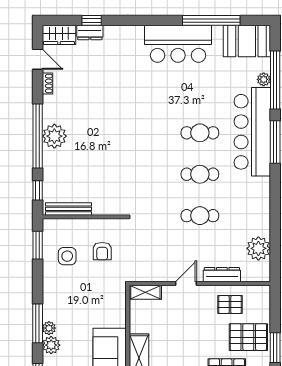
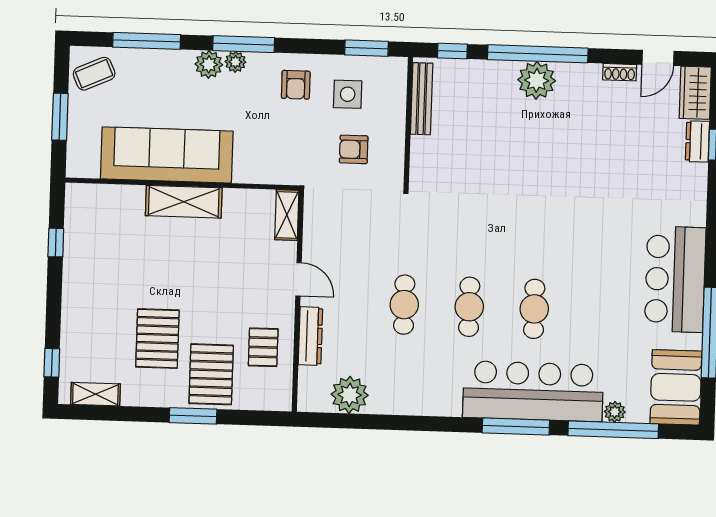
armchair: (62, 289) -> (296, 85), added

